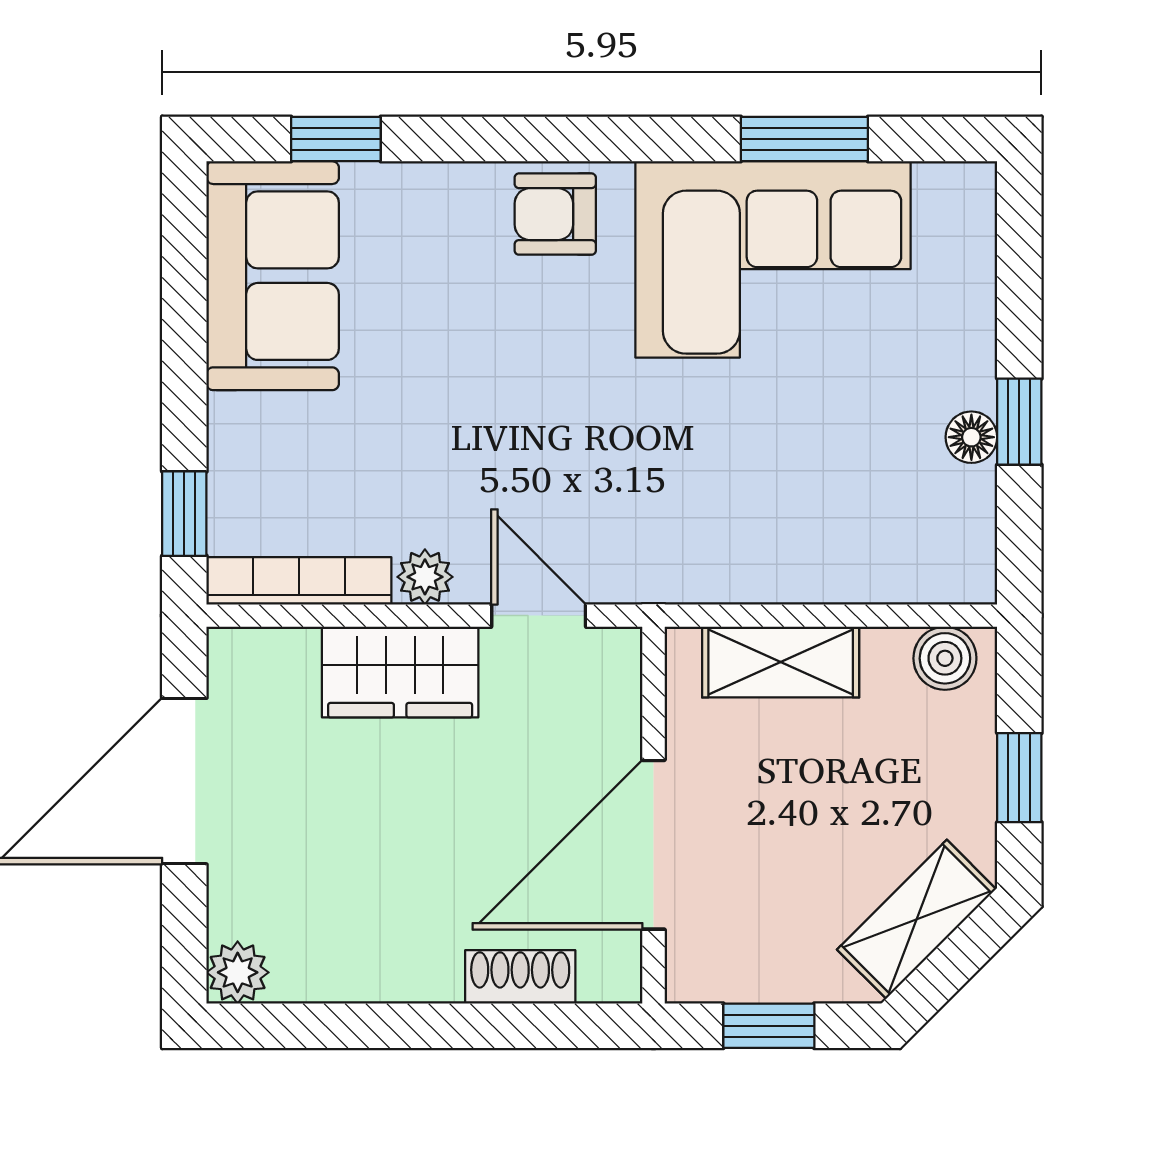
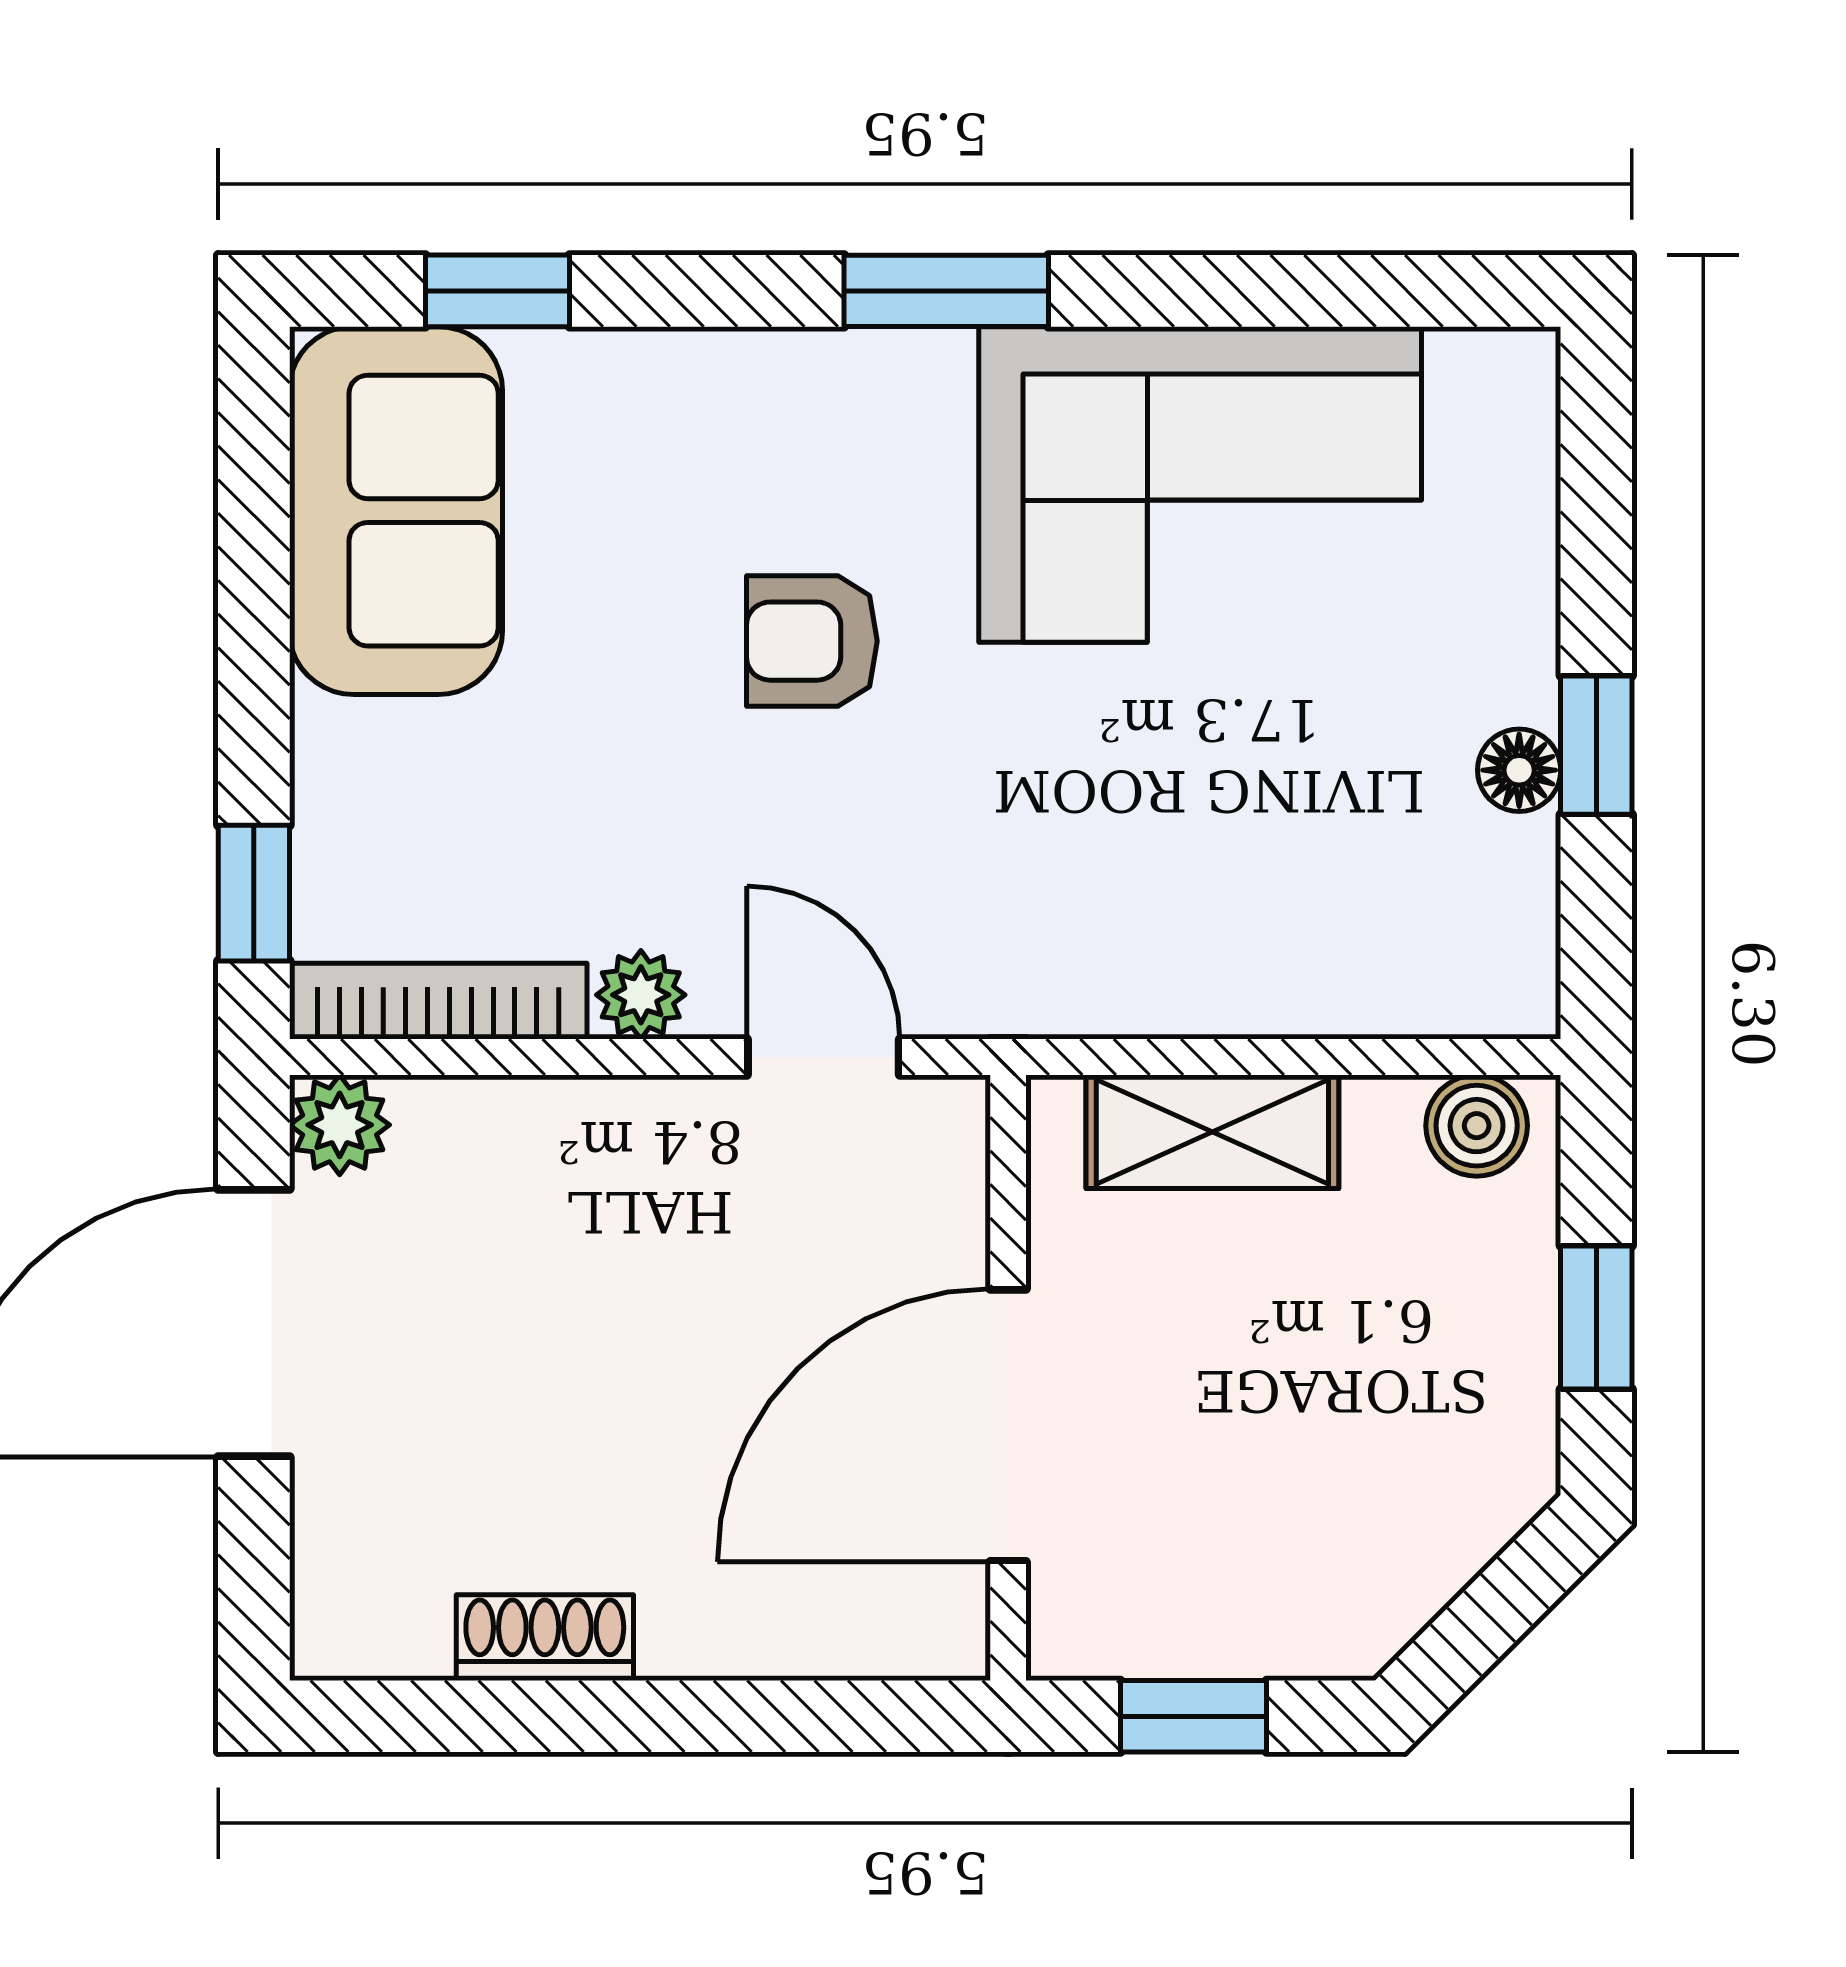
window: (804, 139) -> (946, 291), moved
armchair: (555, 214) -> (812, 641), moved
wardrobe: (400, 672) -> (601, 1148), removed
shelving: (917, 919) -> (1431, 1545), removed
plant: (238, 972) -> (340, 1125), moved
shoe rack: (520, 977) -> (545, 1638), moved

